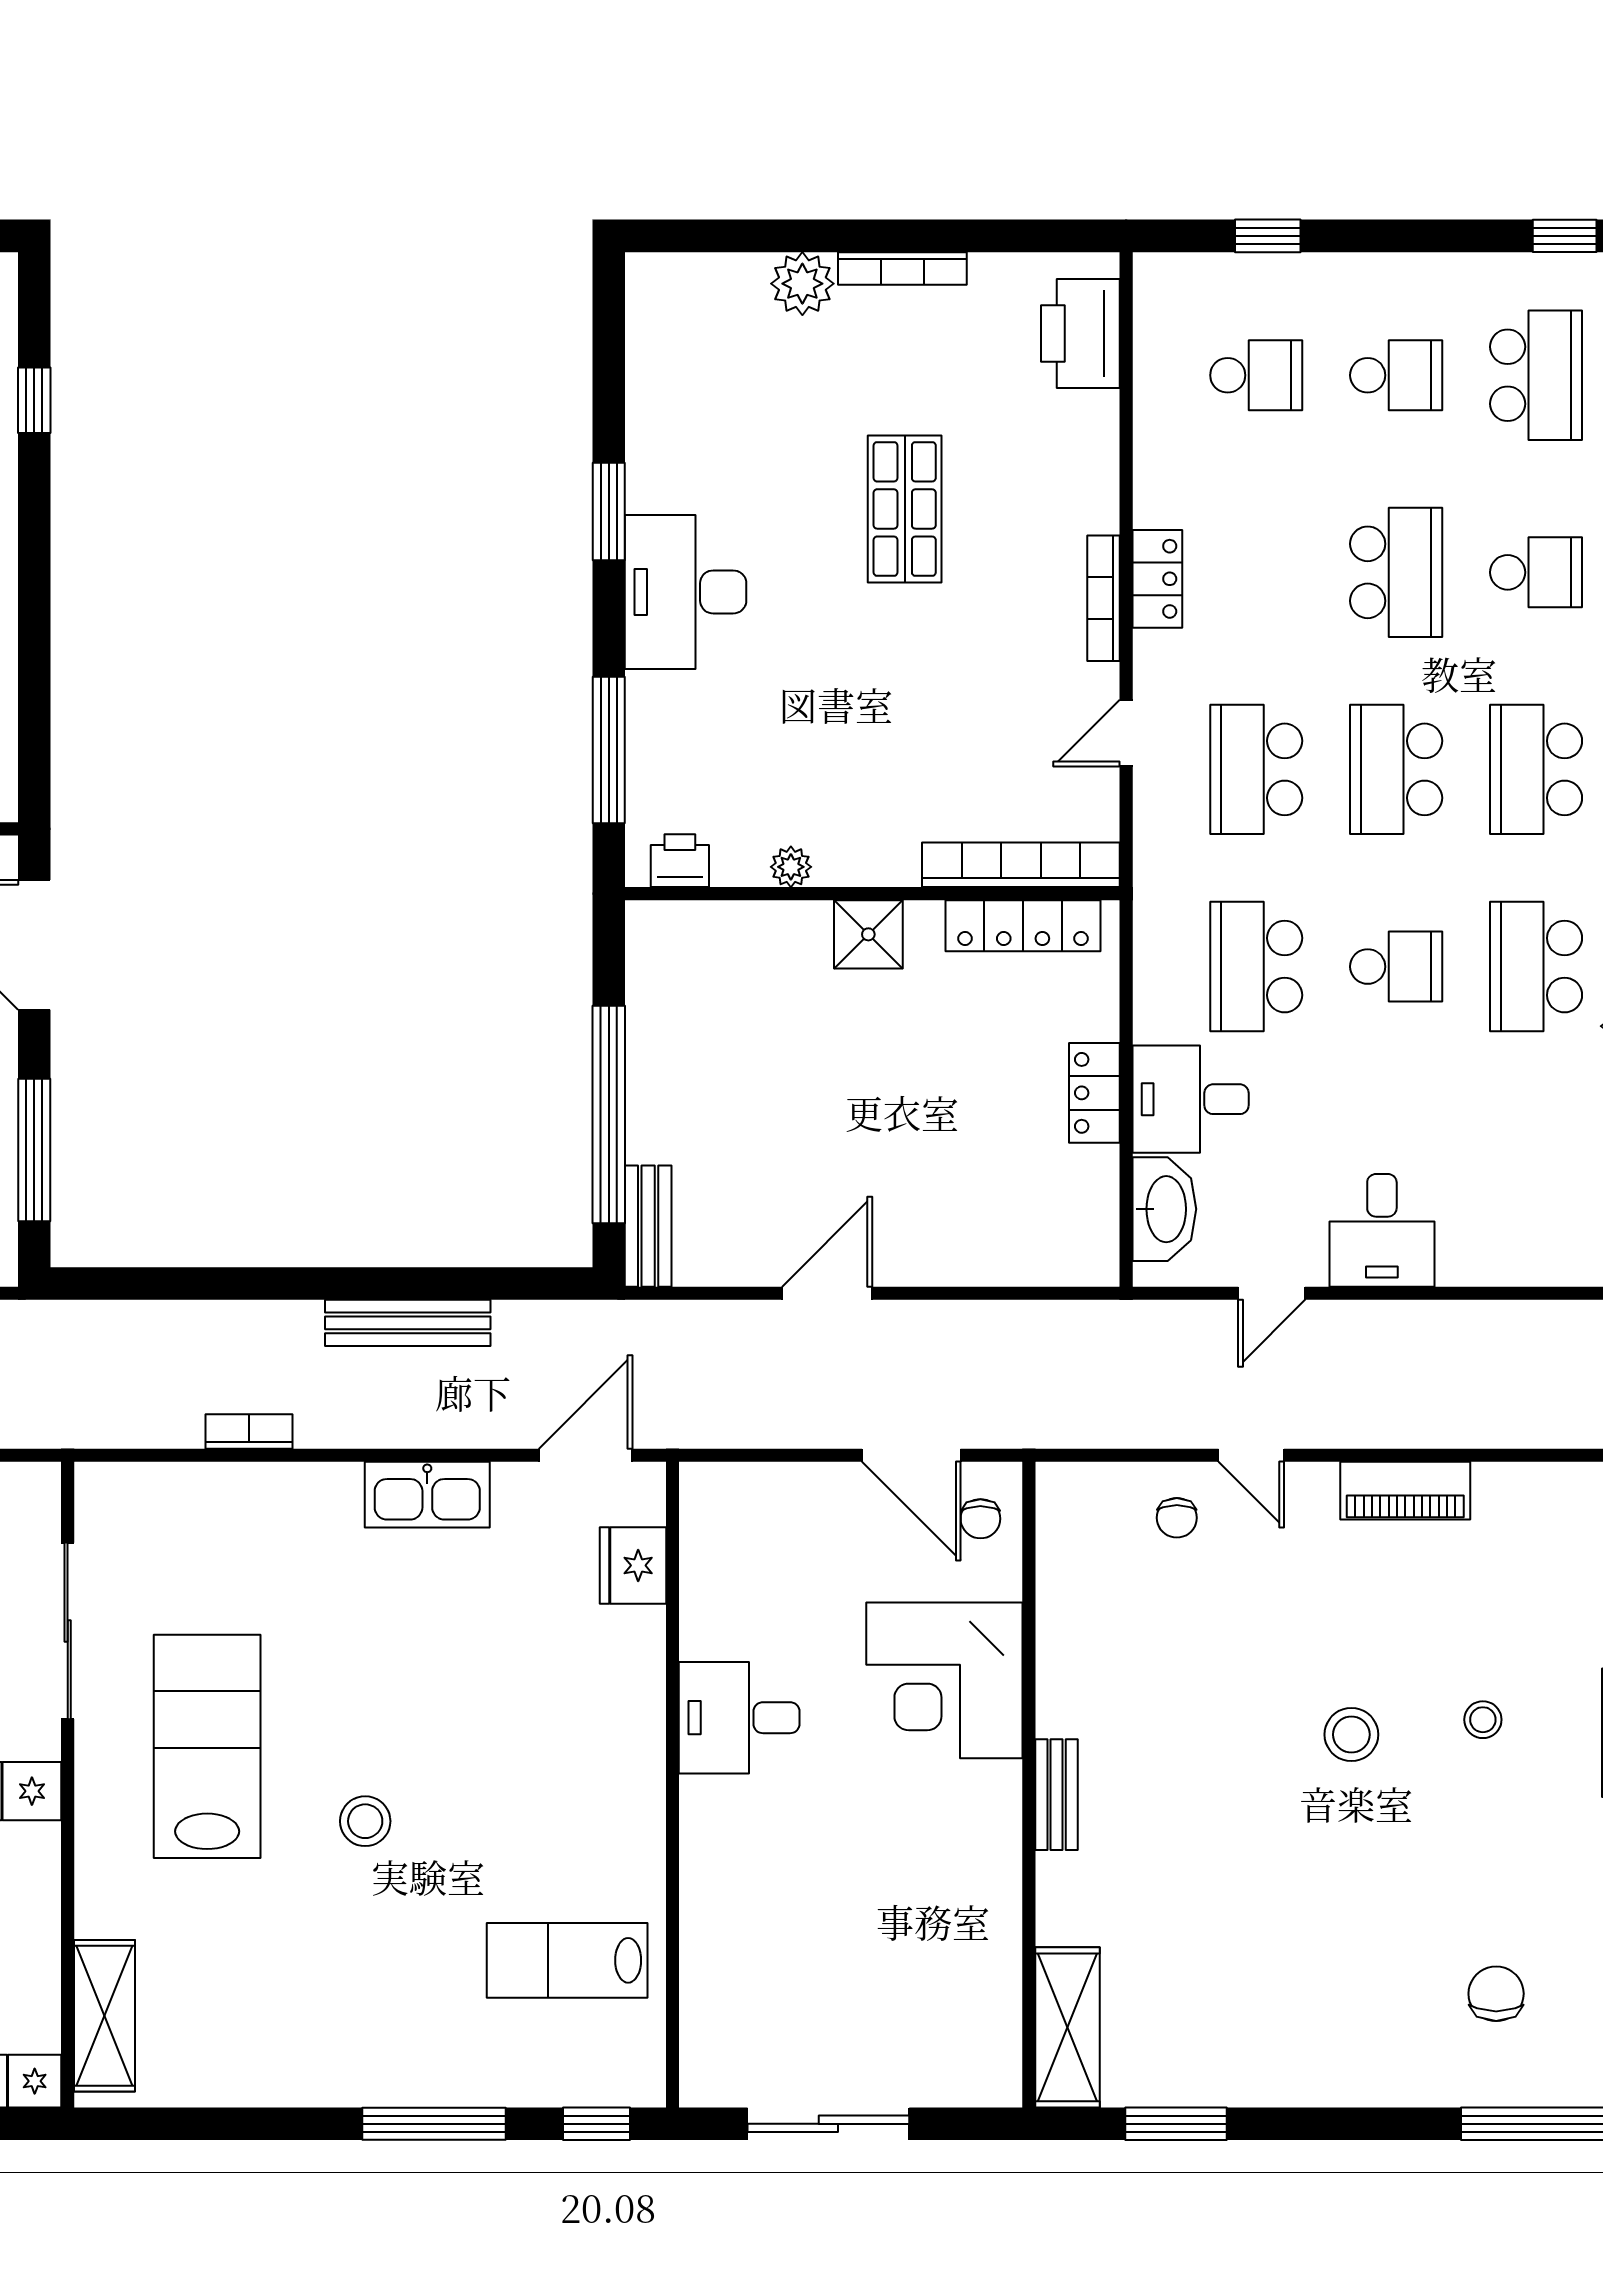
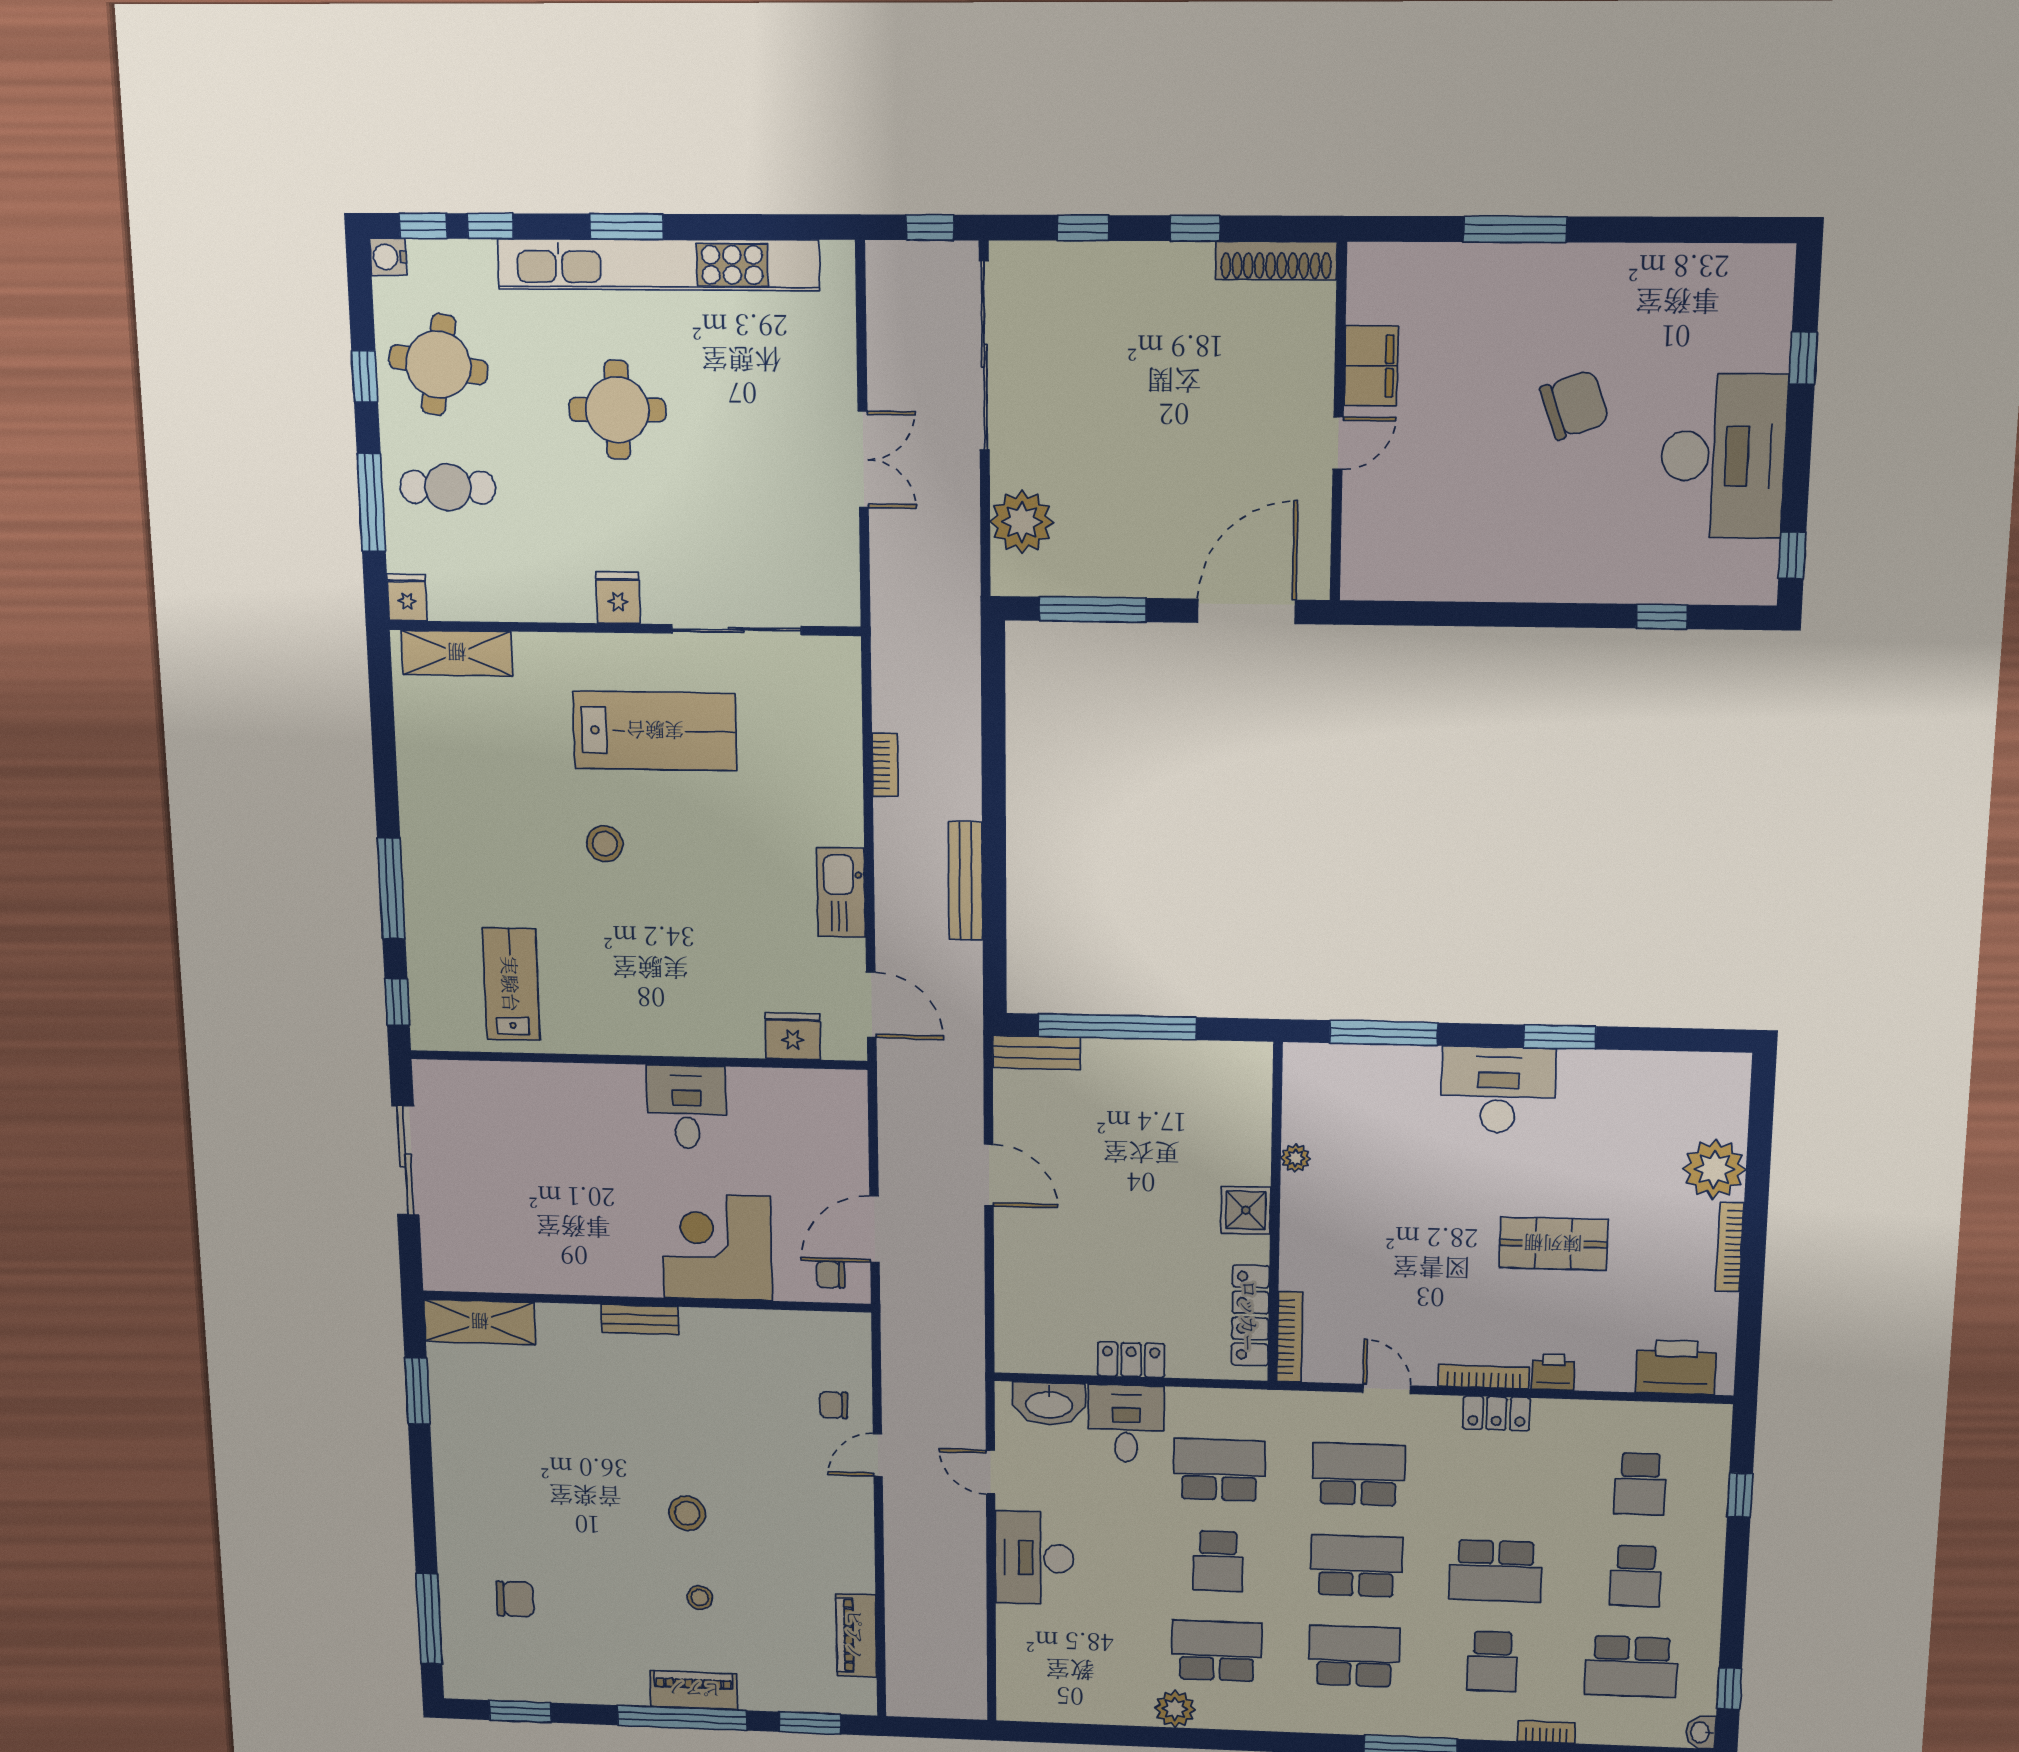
plant: (802, 284) -> (1714, 1169), width x1.36, depth x1.36
printer: (680, 861) -> (1553, 1372), moved, turned -90
bookcase: (1021, 865) -> (1290, 1337), width x0.68, depth x0.76
desk: (1382, 1230) -> (1034, 1558), width x1.37
piano: (1405, 1491) -> (856, 1635), moved

